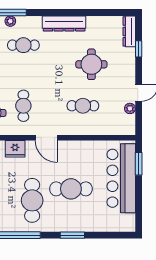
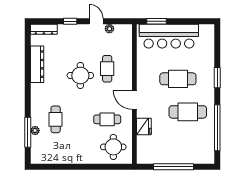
dresser: (64, 24) -> (37, 64), moved
window: (139, 49) -> (70, 21), moved
round table: (91, 64) -> (80, 75), moved
door: (46, 138) -> (134, 100), swing flipped
cafe table: (71, 189) -> (178, 79), turned 90

